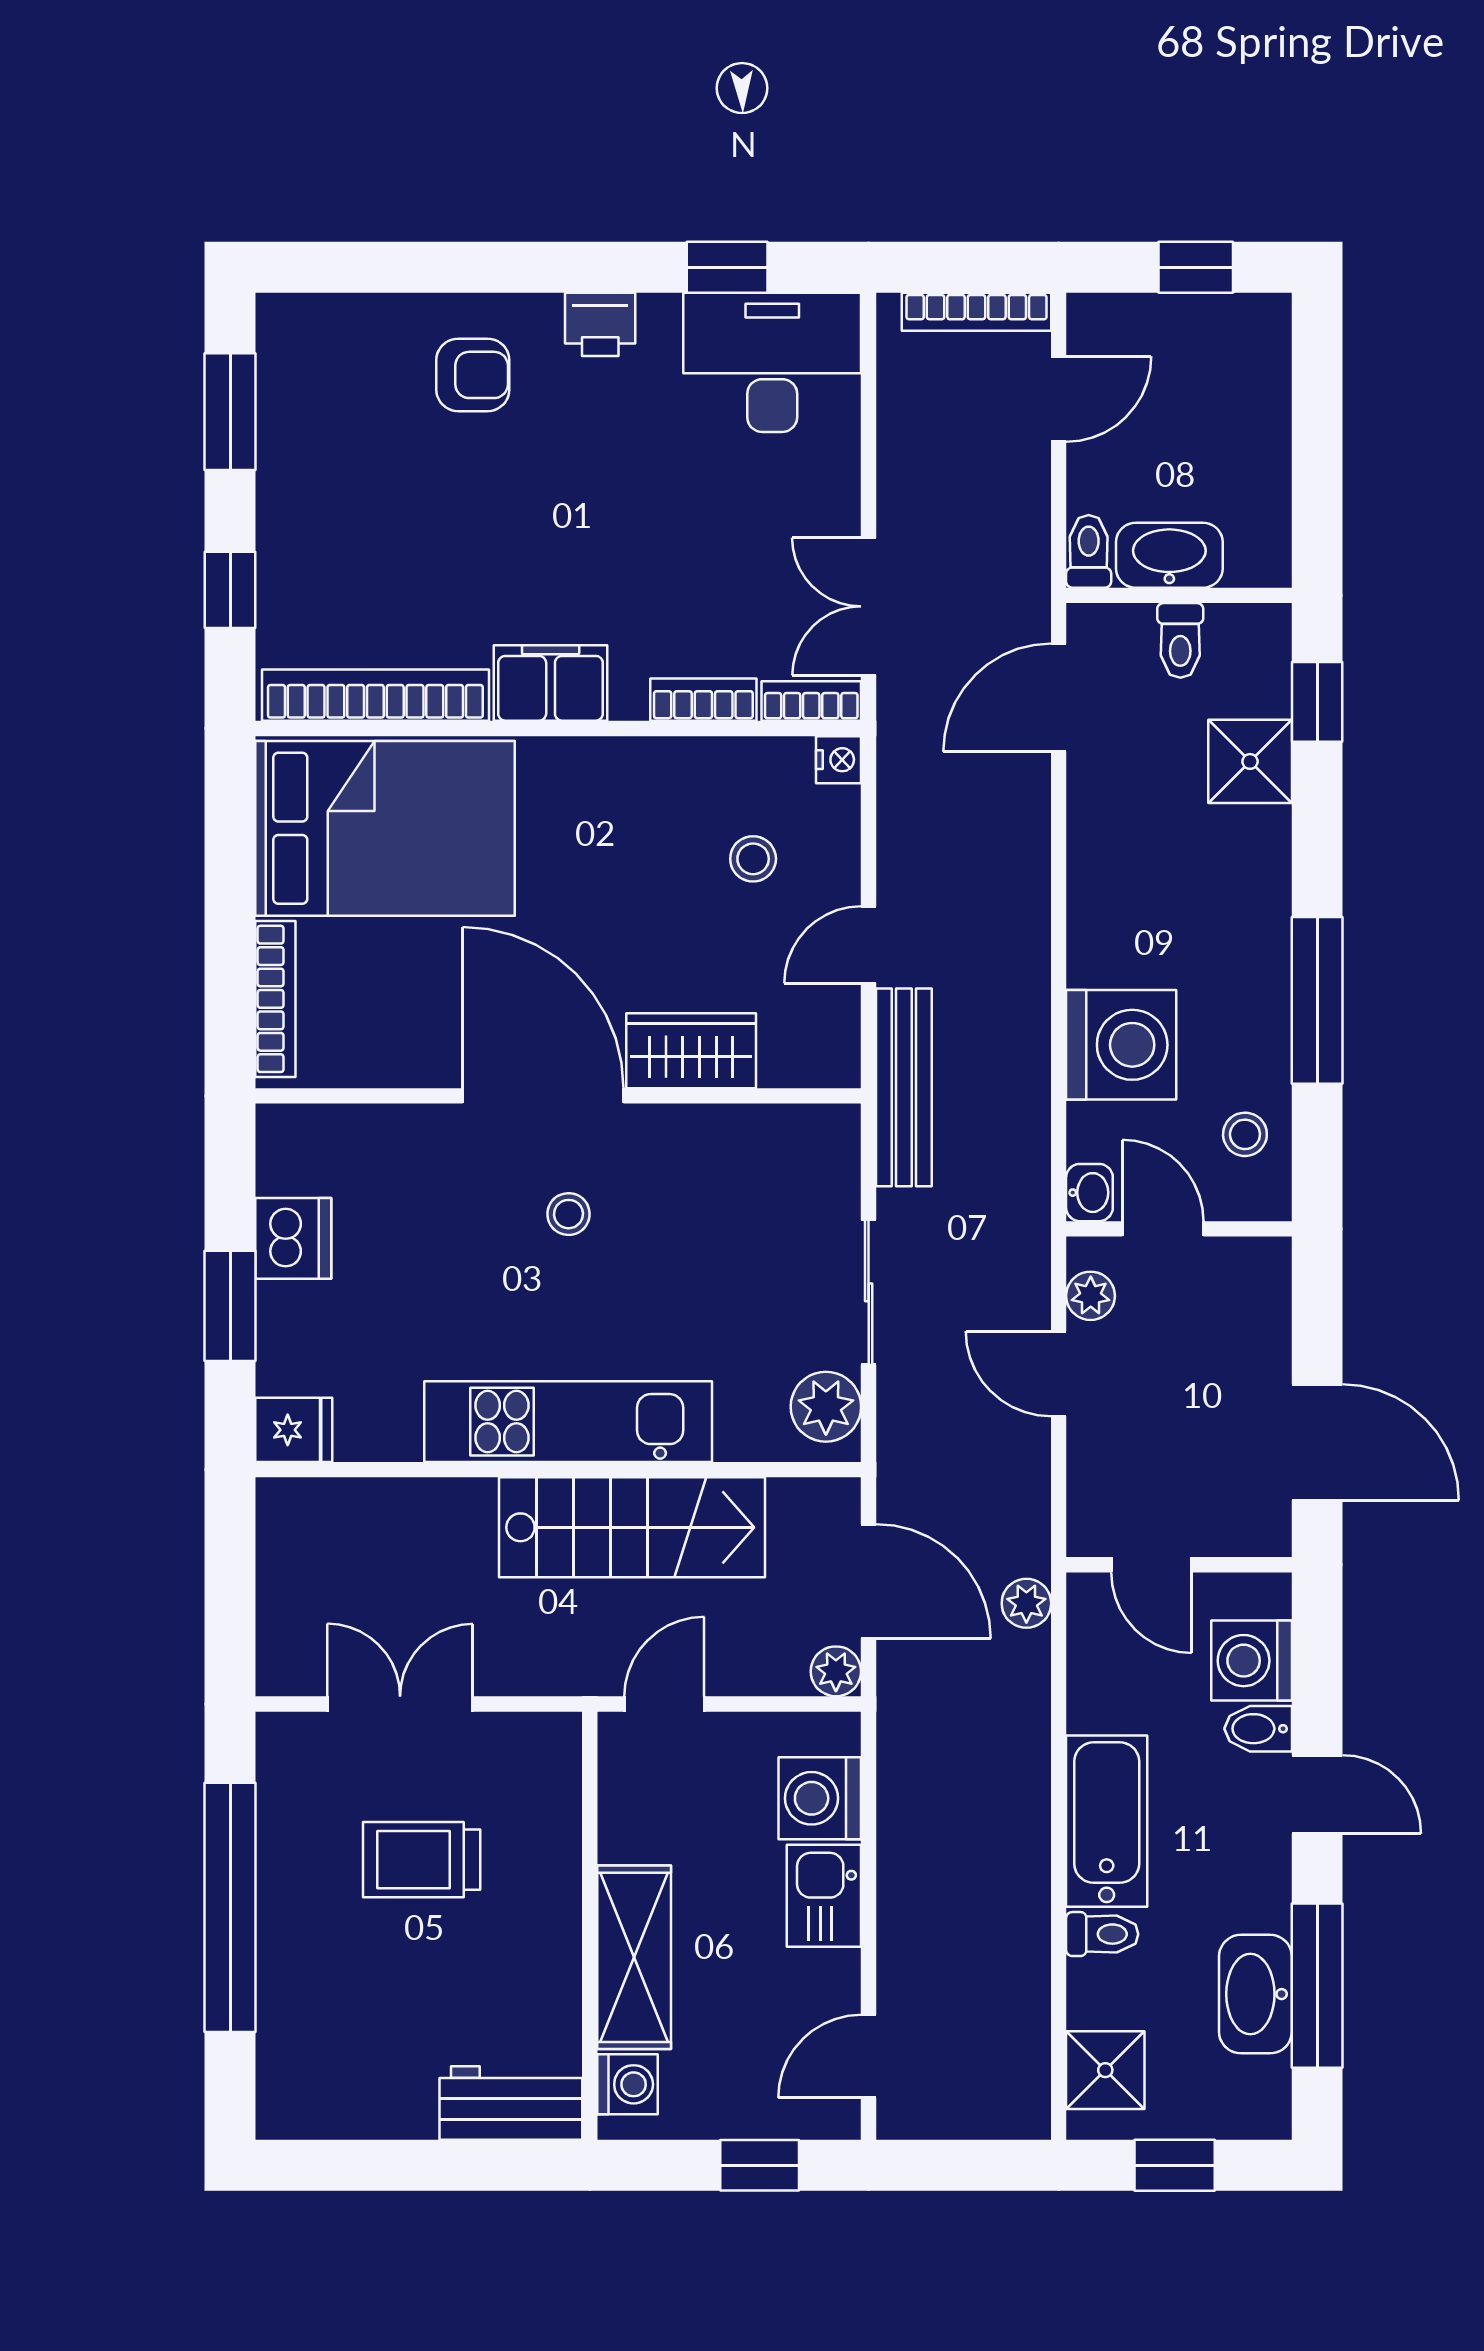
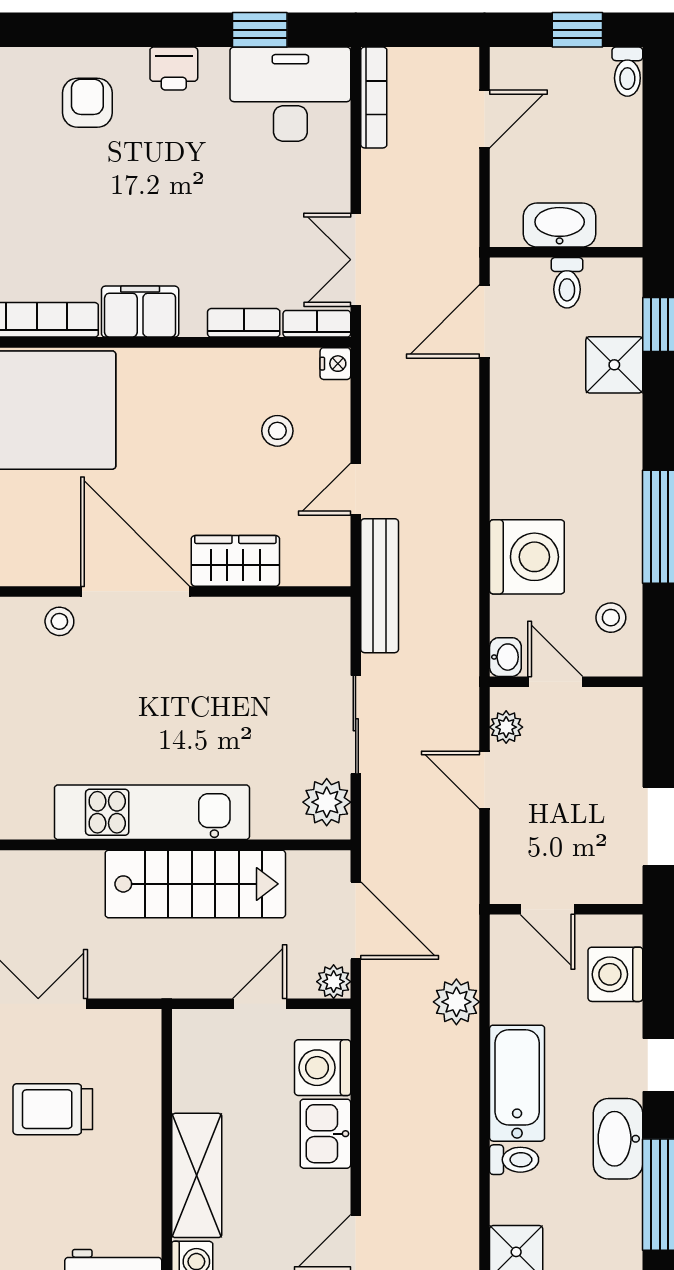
bookcase: (976, 312) -> (374, 97), moved, turned -90
armchair: (473, 375) -> (87, 103), turned -90
toilet: (1089, 551) -> (627, 72), moved, turned 180
stool: (568, 1214) -> (59, 621), moved
plant: (1026, 1603) -> (456, 1002), moved, width x1.38, depth x1.38
door: (664, 1704) -> (260, 1004), moved
bidet: (1258, 1729) -> (620, 1020), removed
washbasin: (1255, 1994) -> (618, 1139), moved

